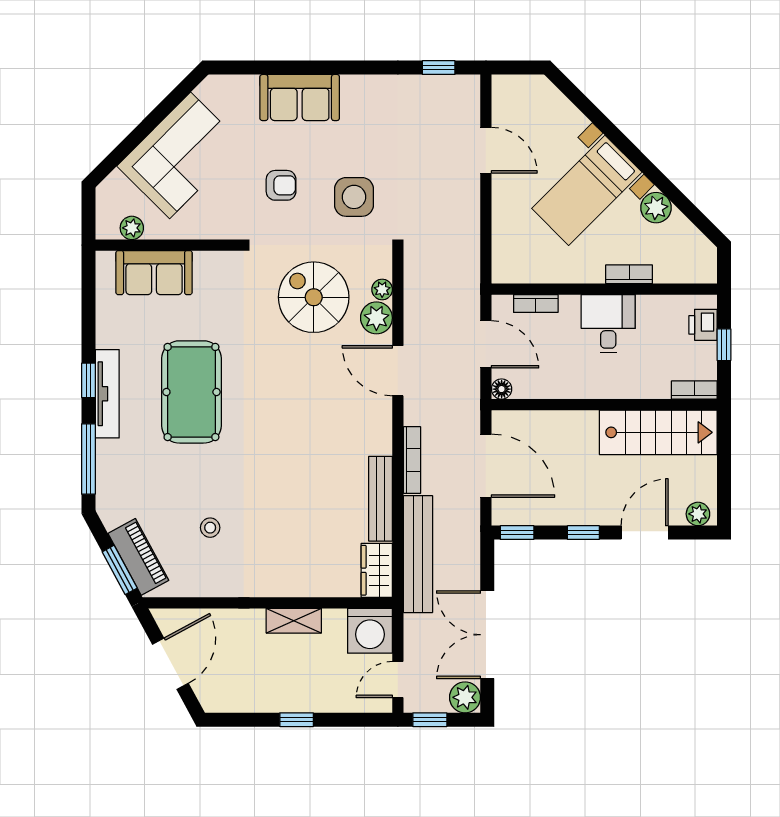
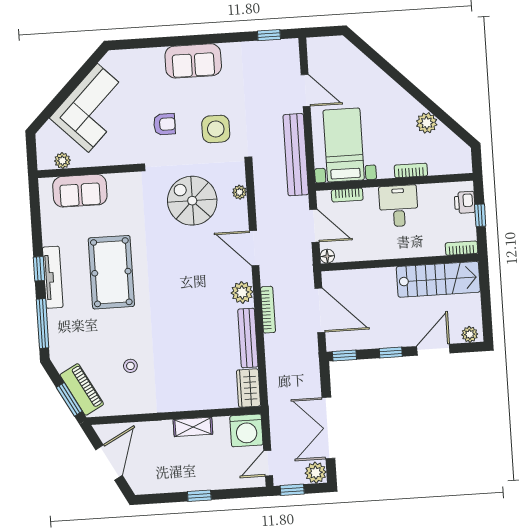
sofa: (300, 98) -> (193, 61), moved
bed with nightstands: (587, 190) -> (344, 145), moved, turned 135
plant: (376, 318) -> (242, 292), moved
bench: (418, 554) -> (296, 155), moved

